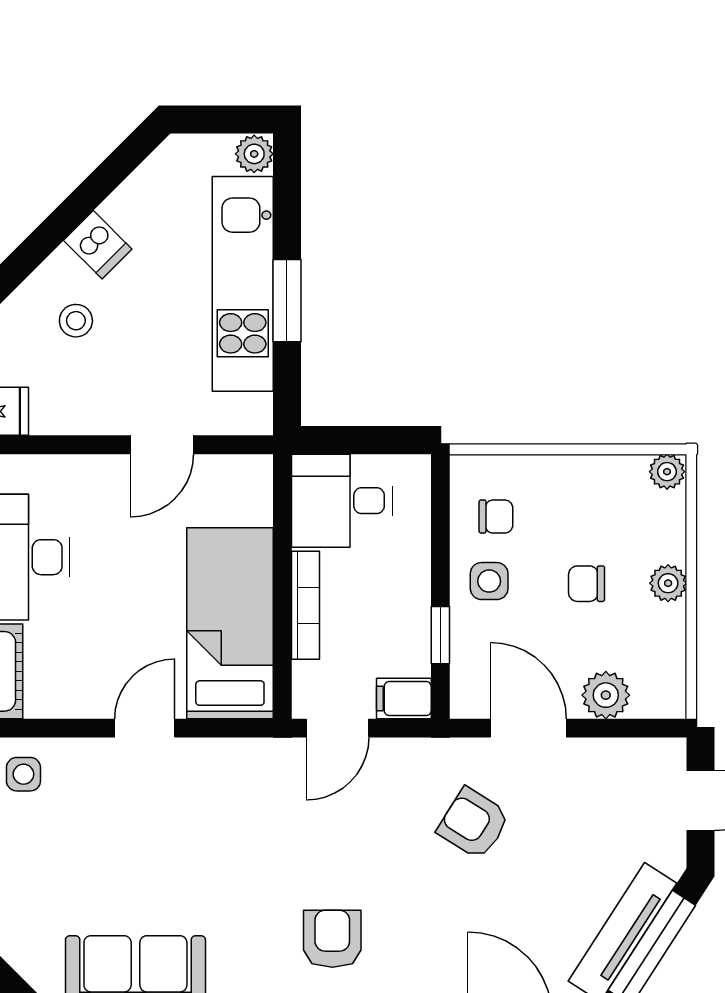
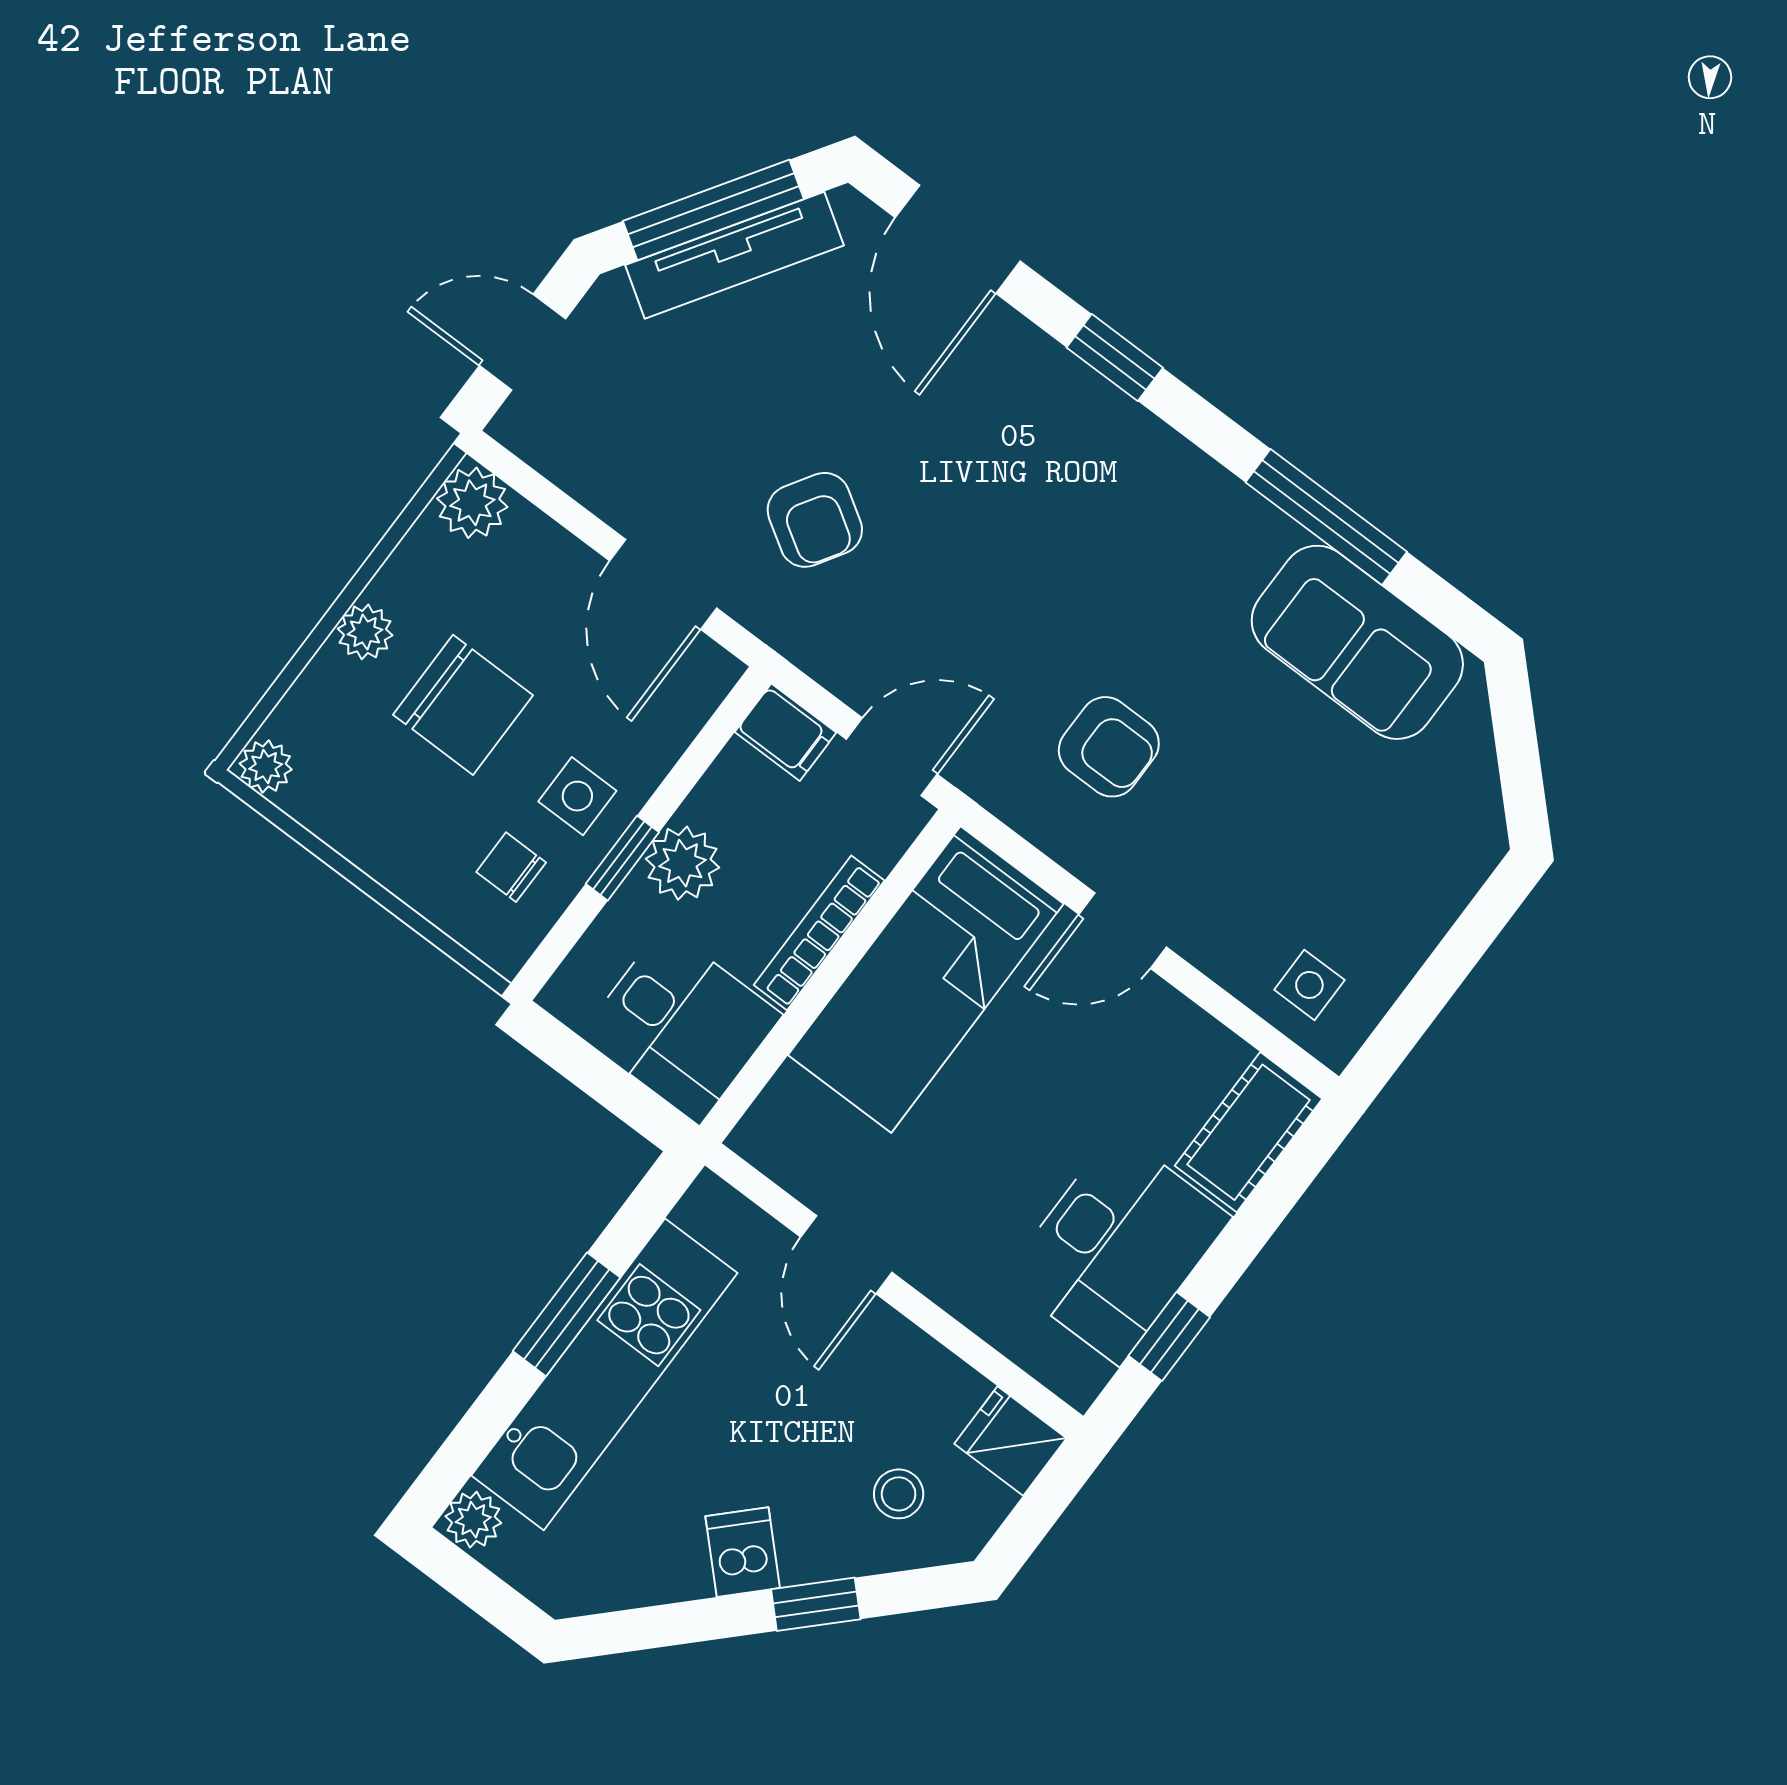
window: (38, 246) -> (816, 1604), added
stool: (76, 321) -> (899, 1494), moved
door: (162, 445) -> (846, 1255), swing flipped
chair: (587, 584) -> (463, 705), width x1.87, depth x1.87
plant: (406, 588) -> (682, 863), added
window: (440, 635) -> (622, 858), moved
plant: (606, 695) -> (472, 503), moved
armchair: (332, 939) -> (1109, 747), moved, turned -90

